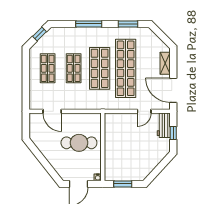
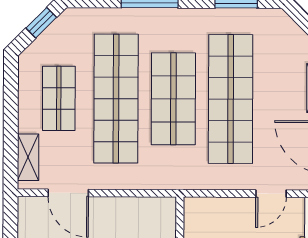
shop shelf: (74, 68) -> (116, 99), width x2.00, depth x1.36
shelving: (34, 95) -> (28, 157), added

